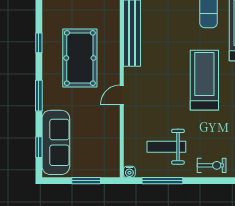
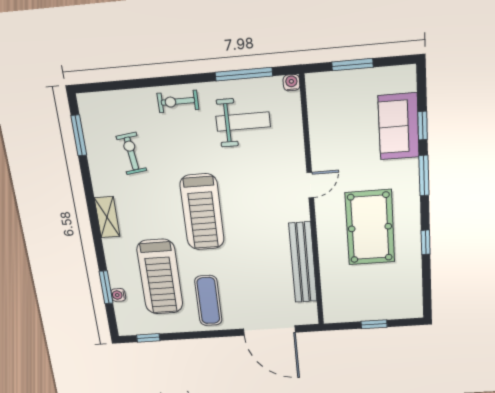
sofa: (56, 142) -> (399, 126), width x0.73
window: (39, 147) -> (423, 126), moved

